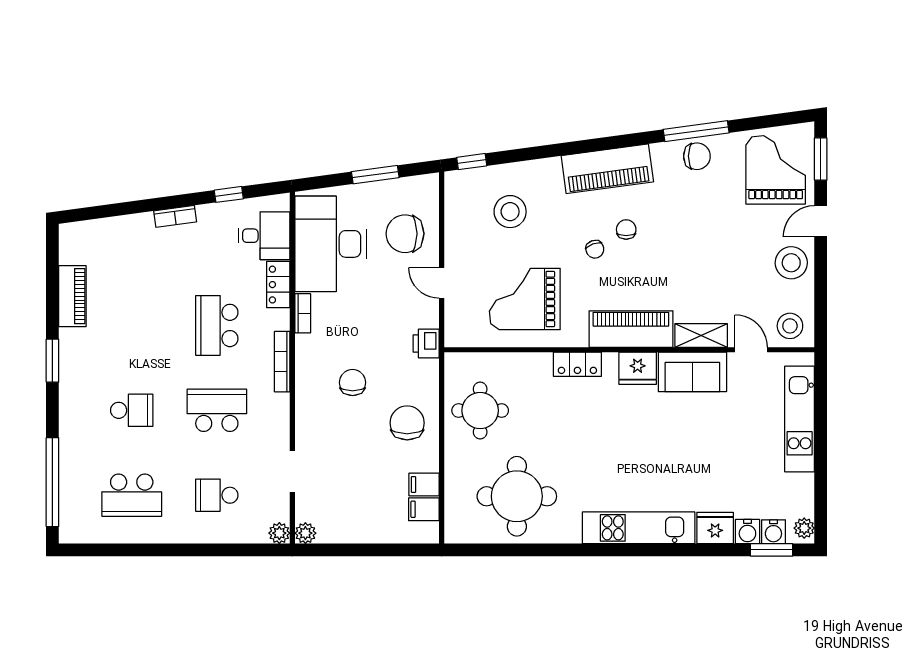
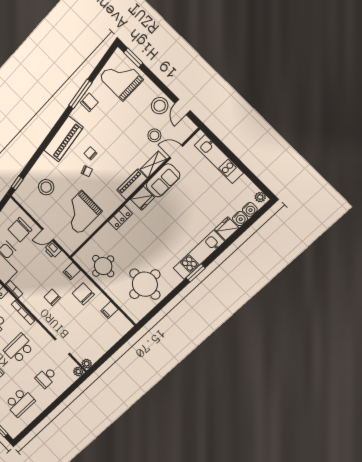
door: (821, 221) -> (183, 107), moved
stool: (790, 326) -> (154, 135), moved
piano: (631, 329) -> (132, 184), width x0.73, depth x0.75
printer: (426, 343) -> (53, 250), moved
filing cabinet: (424, 509) -> (72, 271), moved
window: (772, 550) -> (196, 273), moved

